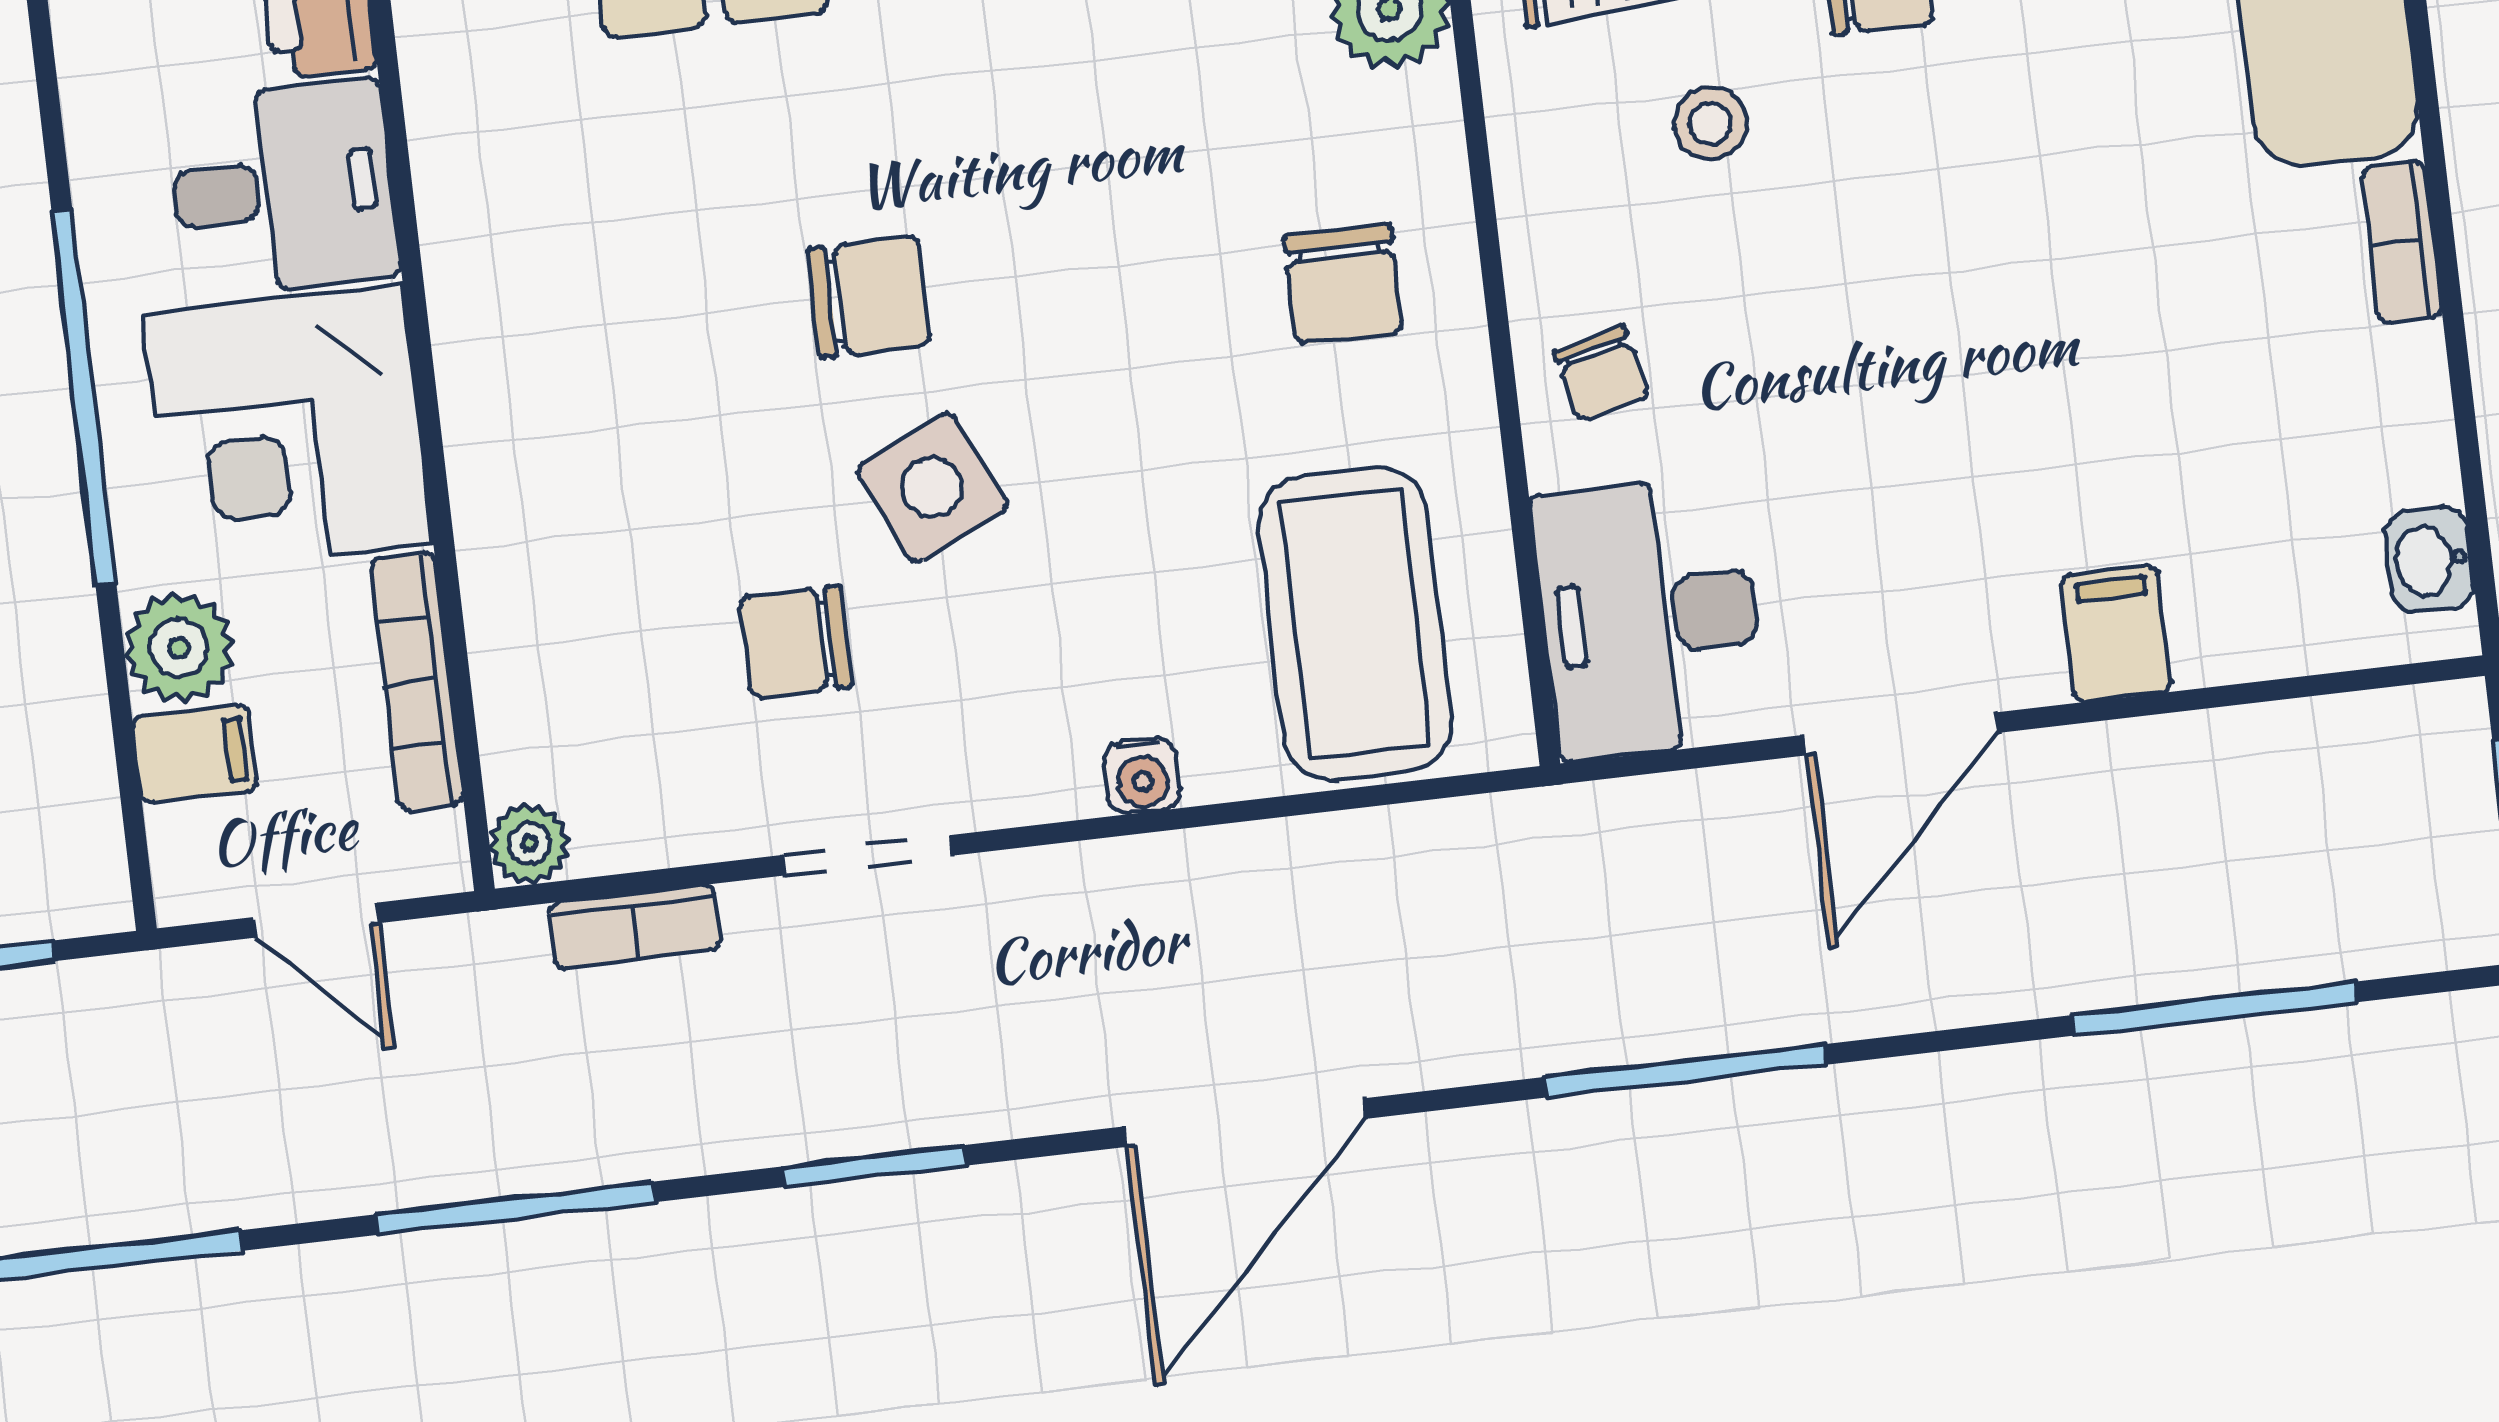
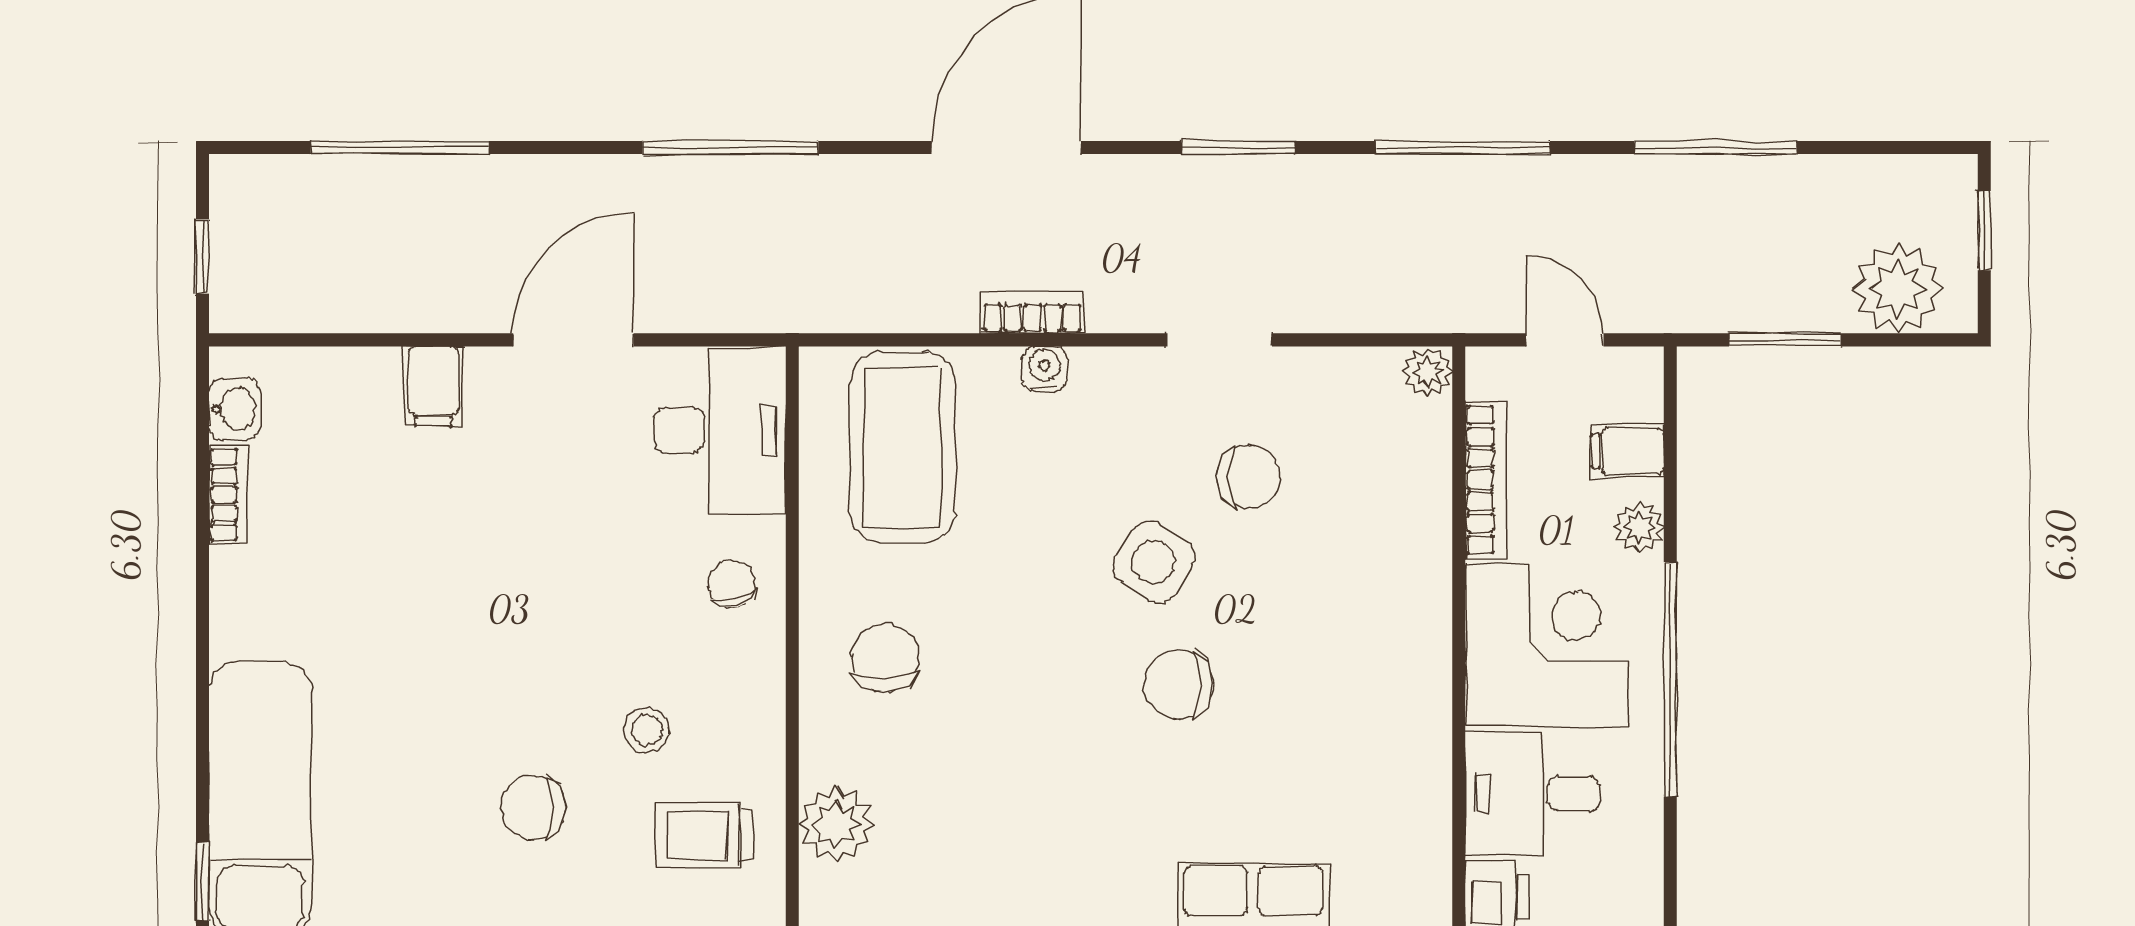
bookcase: (2402, 242) -> (229, 495), moved
side table: (932, 488) -> (1153, 562), turned -33
plant: (179, 648) -> (1639, 527), width x0.73, depth x0.73
bookcase: (635, 927) -> (1033, 313), moved

